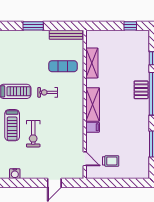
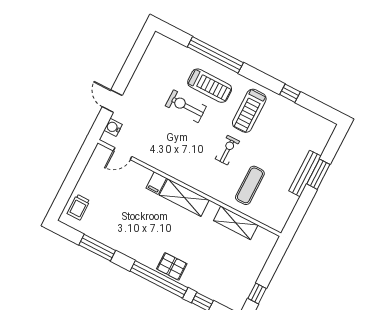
bench: (66, 35) -> (305, 173), moved
treadmill: (12, 125) -> (210, 86), turned 180
trolley: (111, 161) -> (79, 207), moved
water cooler: (15, 174) -> (113, 127), moved

